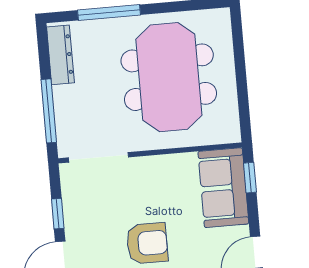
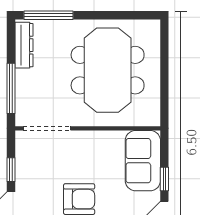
window: (109, 13) -> (48, 15), moved
window: (250, 178) -> (164, 179), moved

